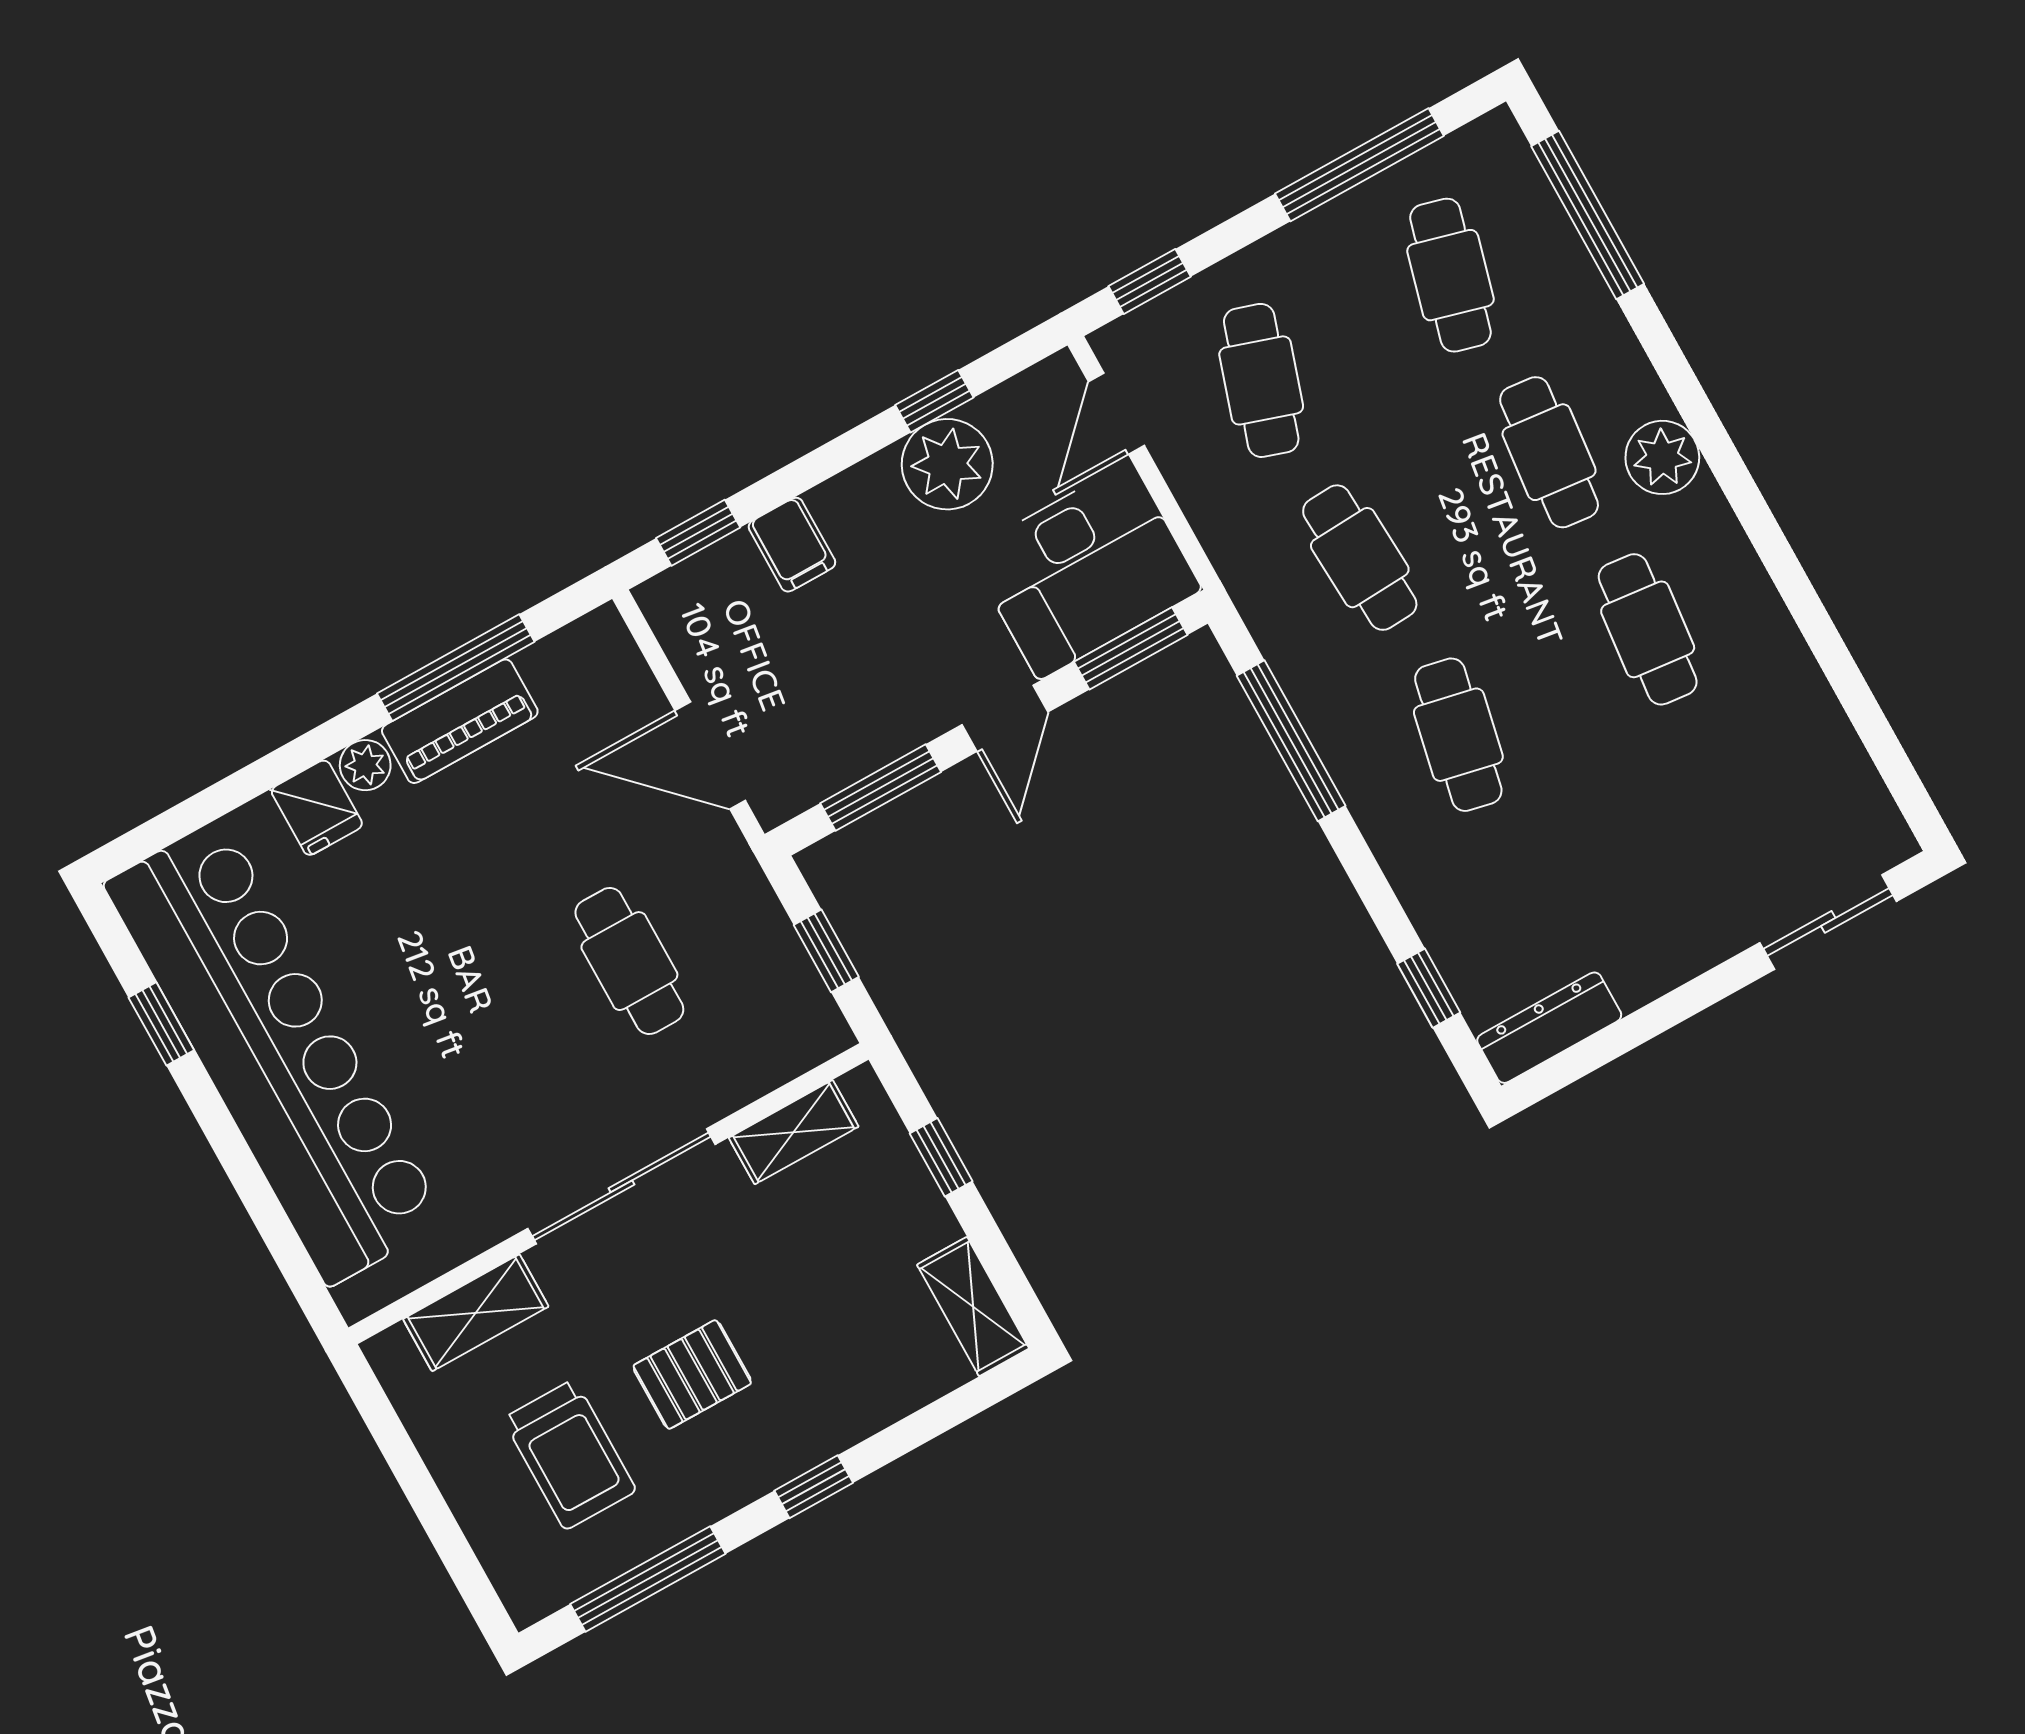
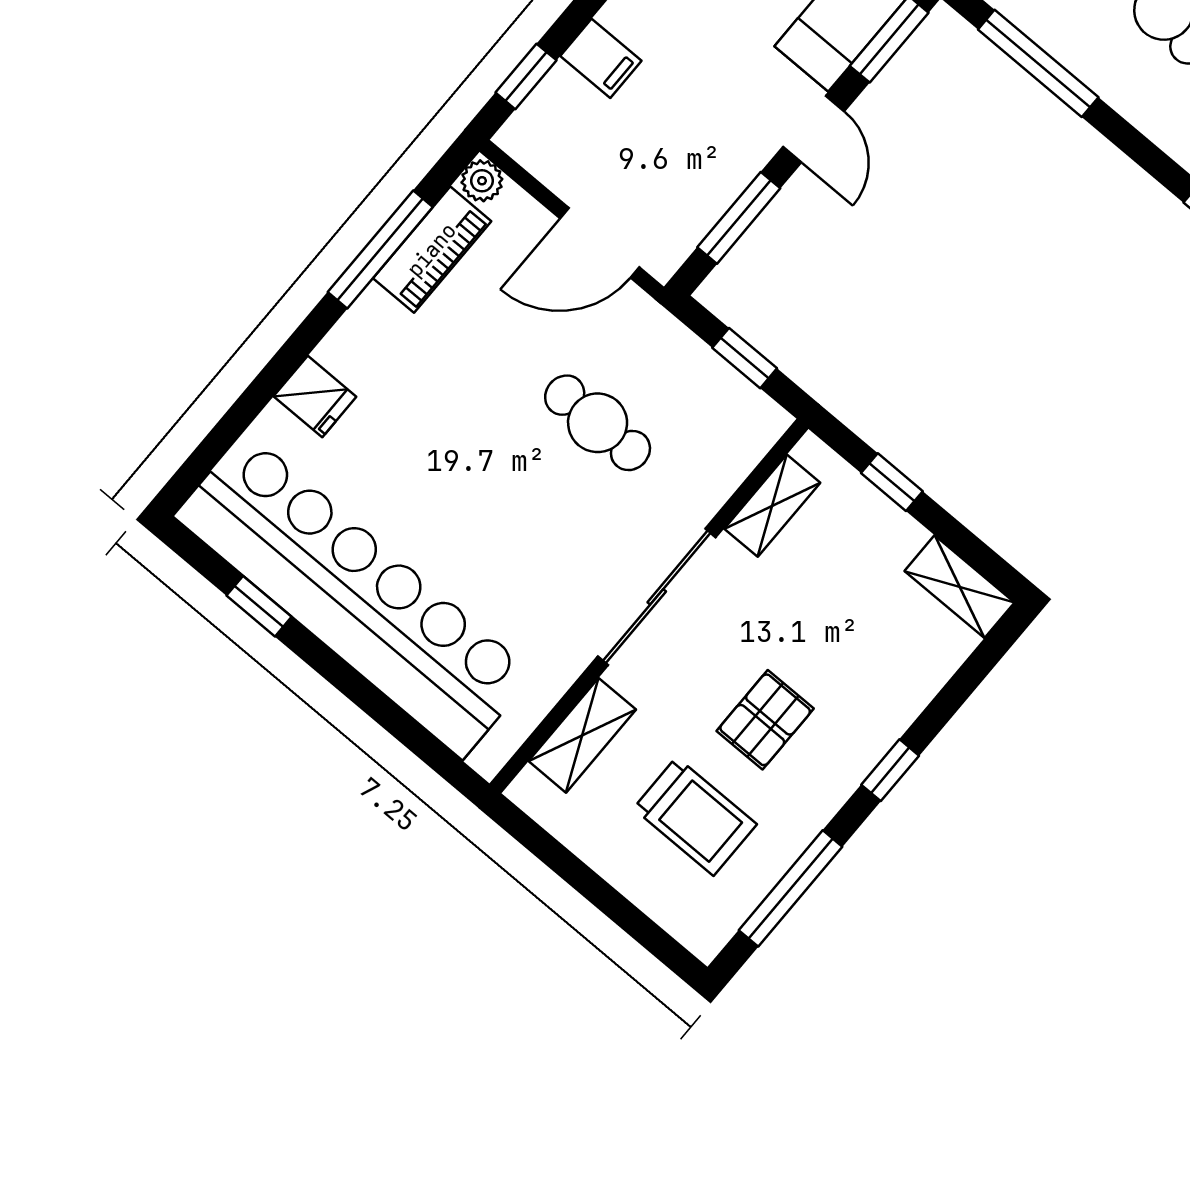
piano: (460, 721) -> (432, 250), moved
plant: (365, 765) -> (482, 181), moved

